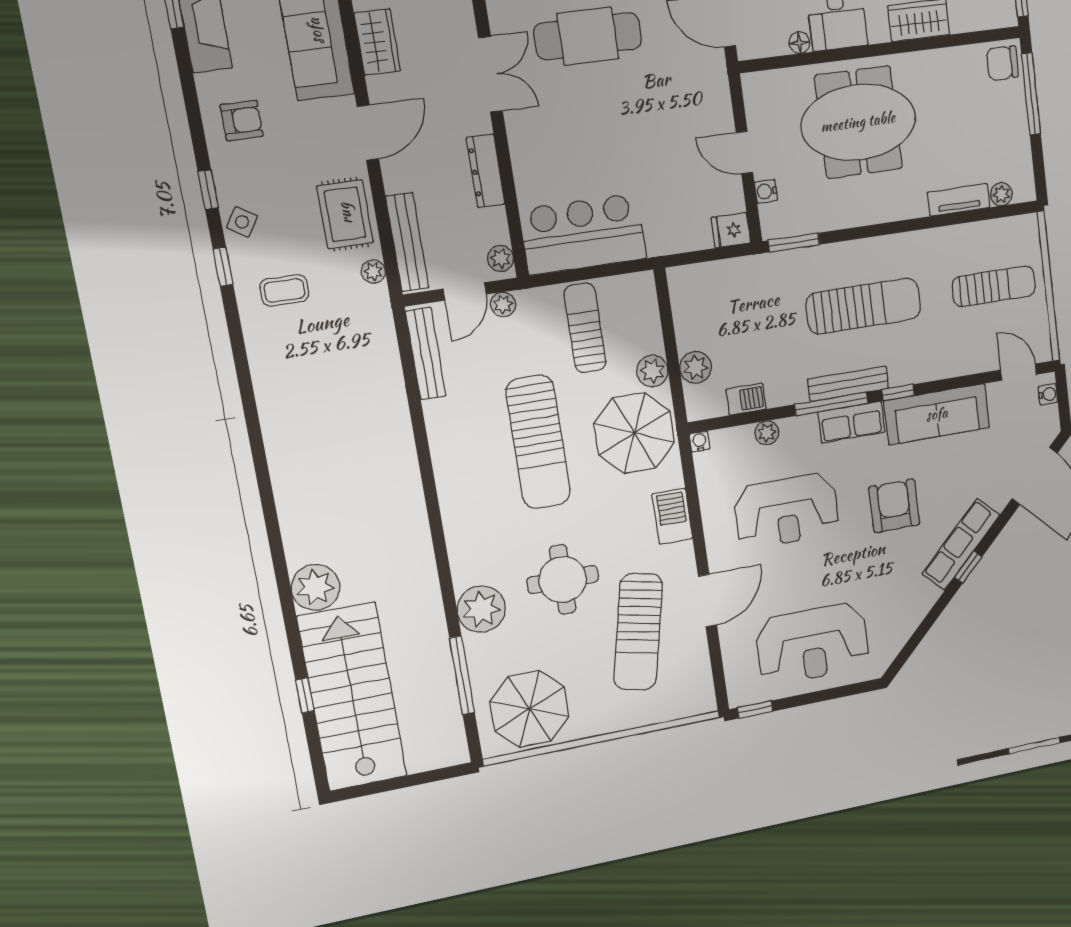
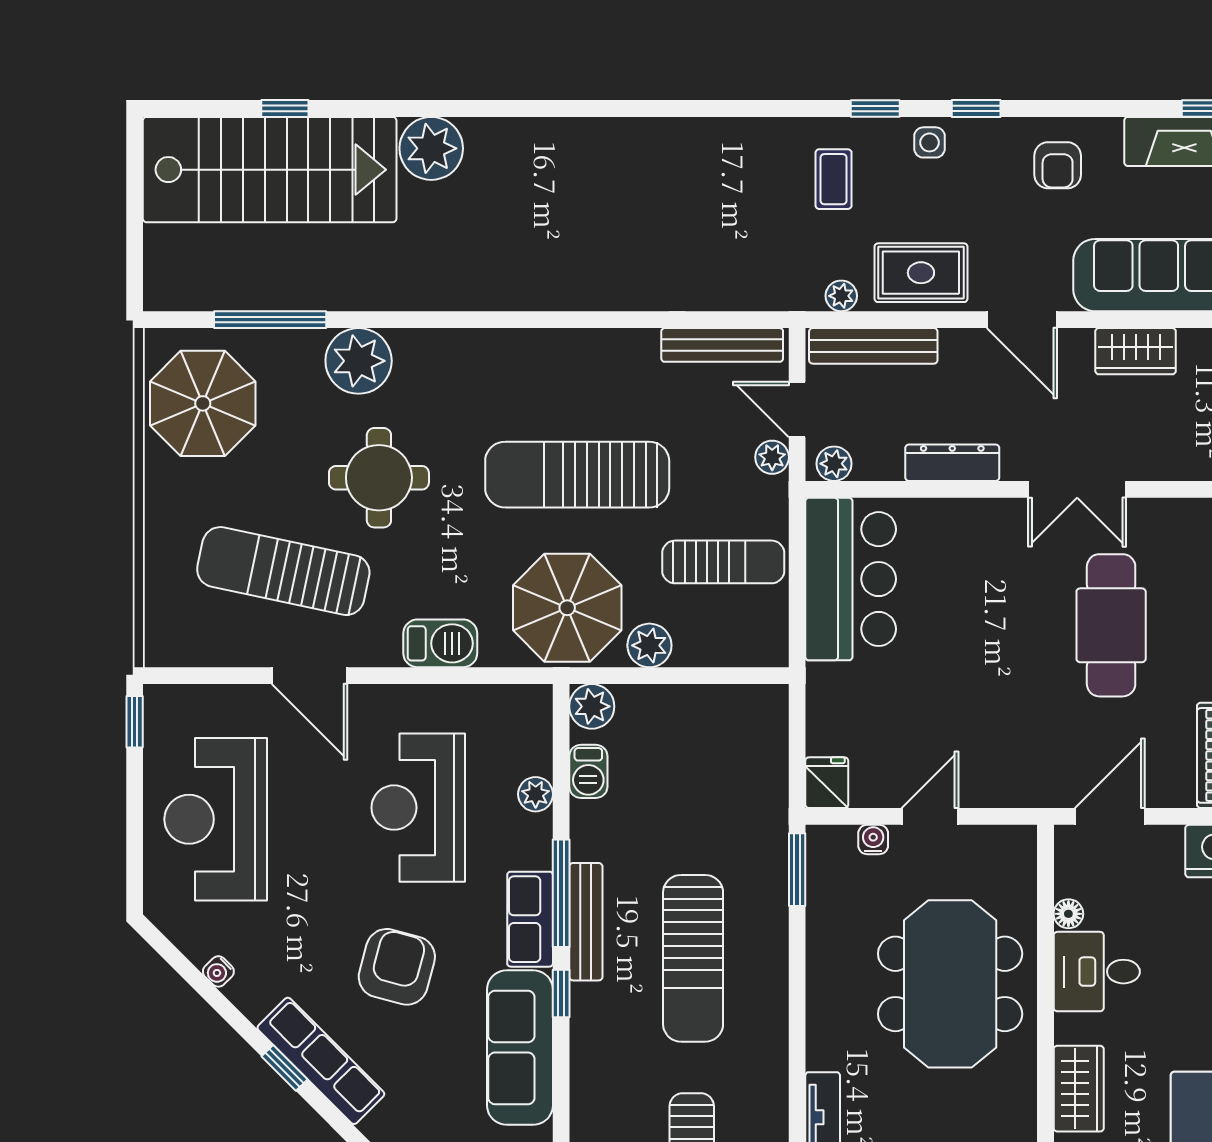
side table: (242, 222) -> (930, 142), turned -32
plant: (696, 367) -> (592, 706), moved
water cooler: (700, 441) -> (218, 971), moved, turned 135
armchair: (894, 506) -> (397, 967), turned -75

